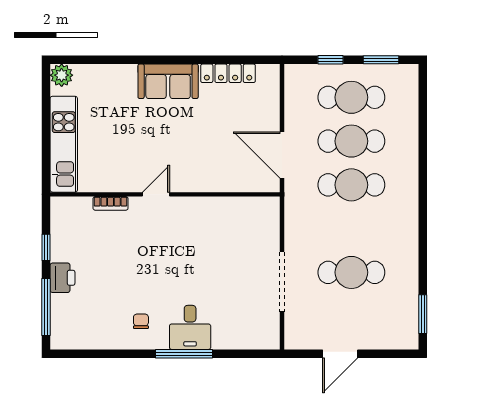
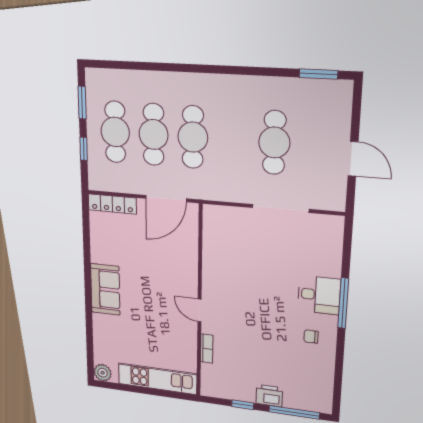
locker: (228, 73) -> (112, 204), moved, turned 90

